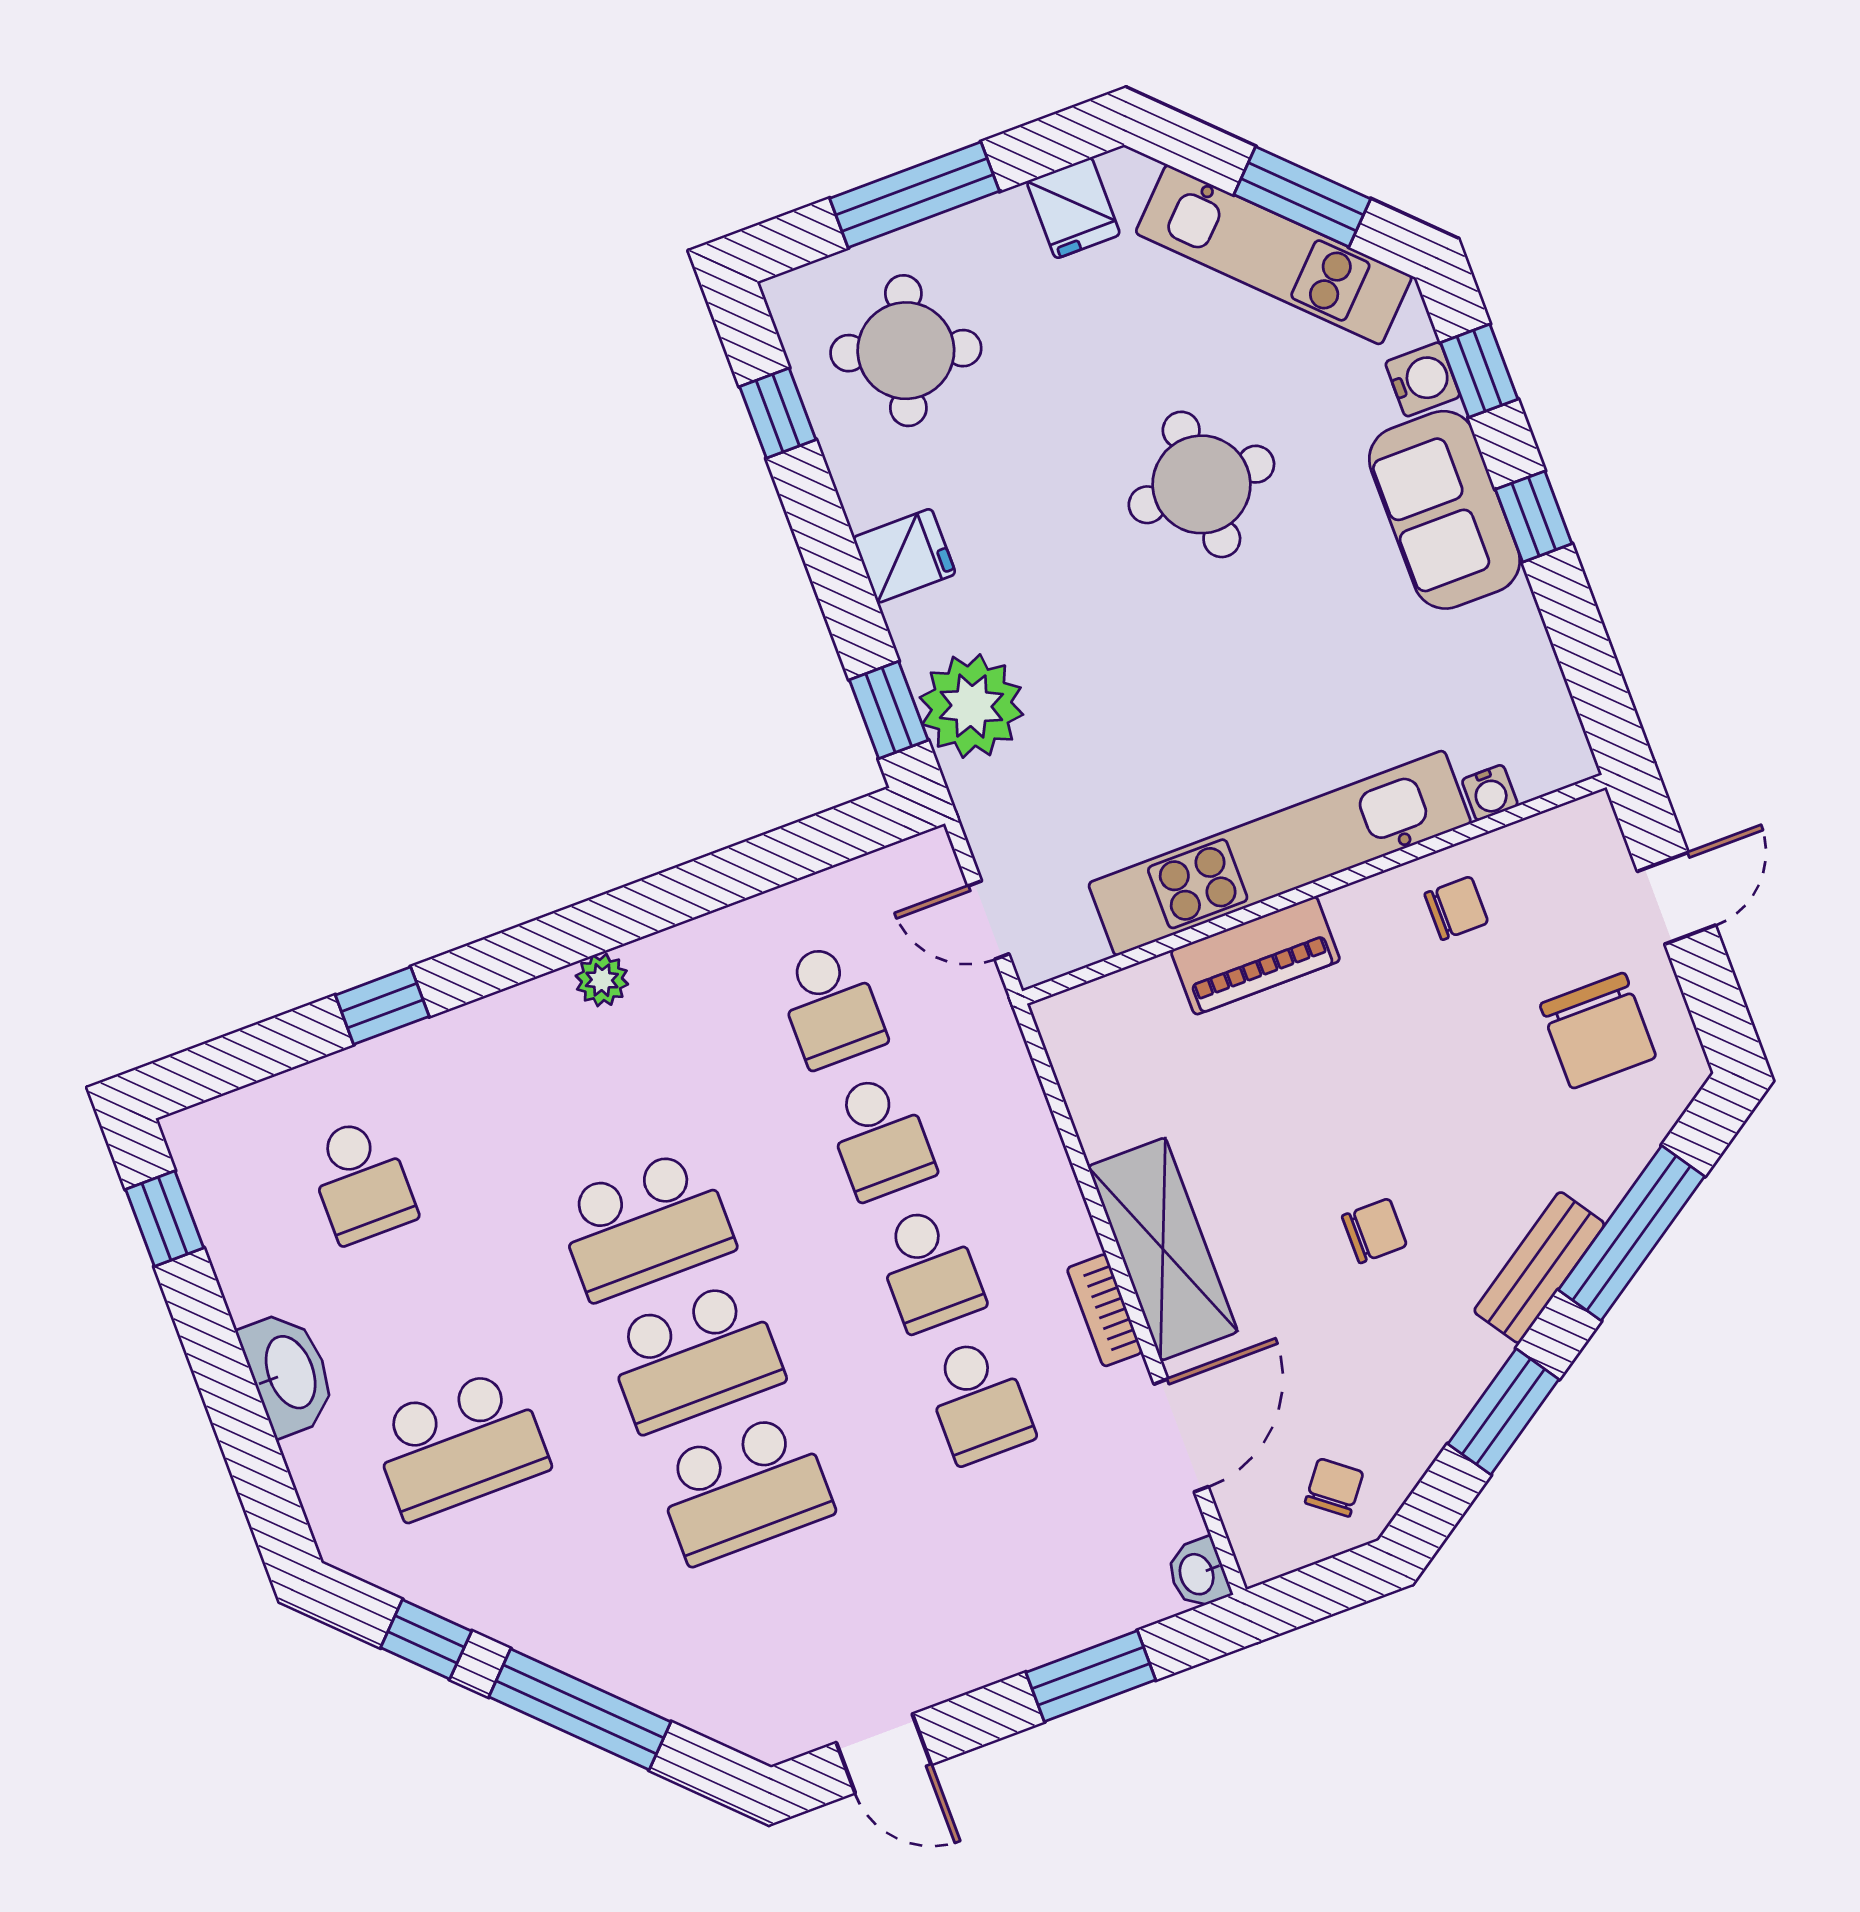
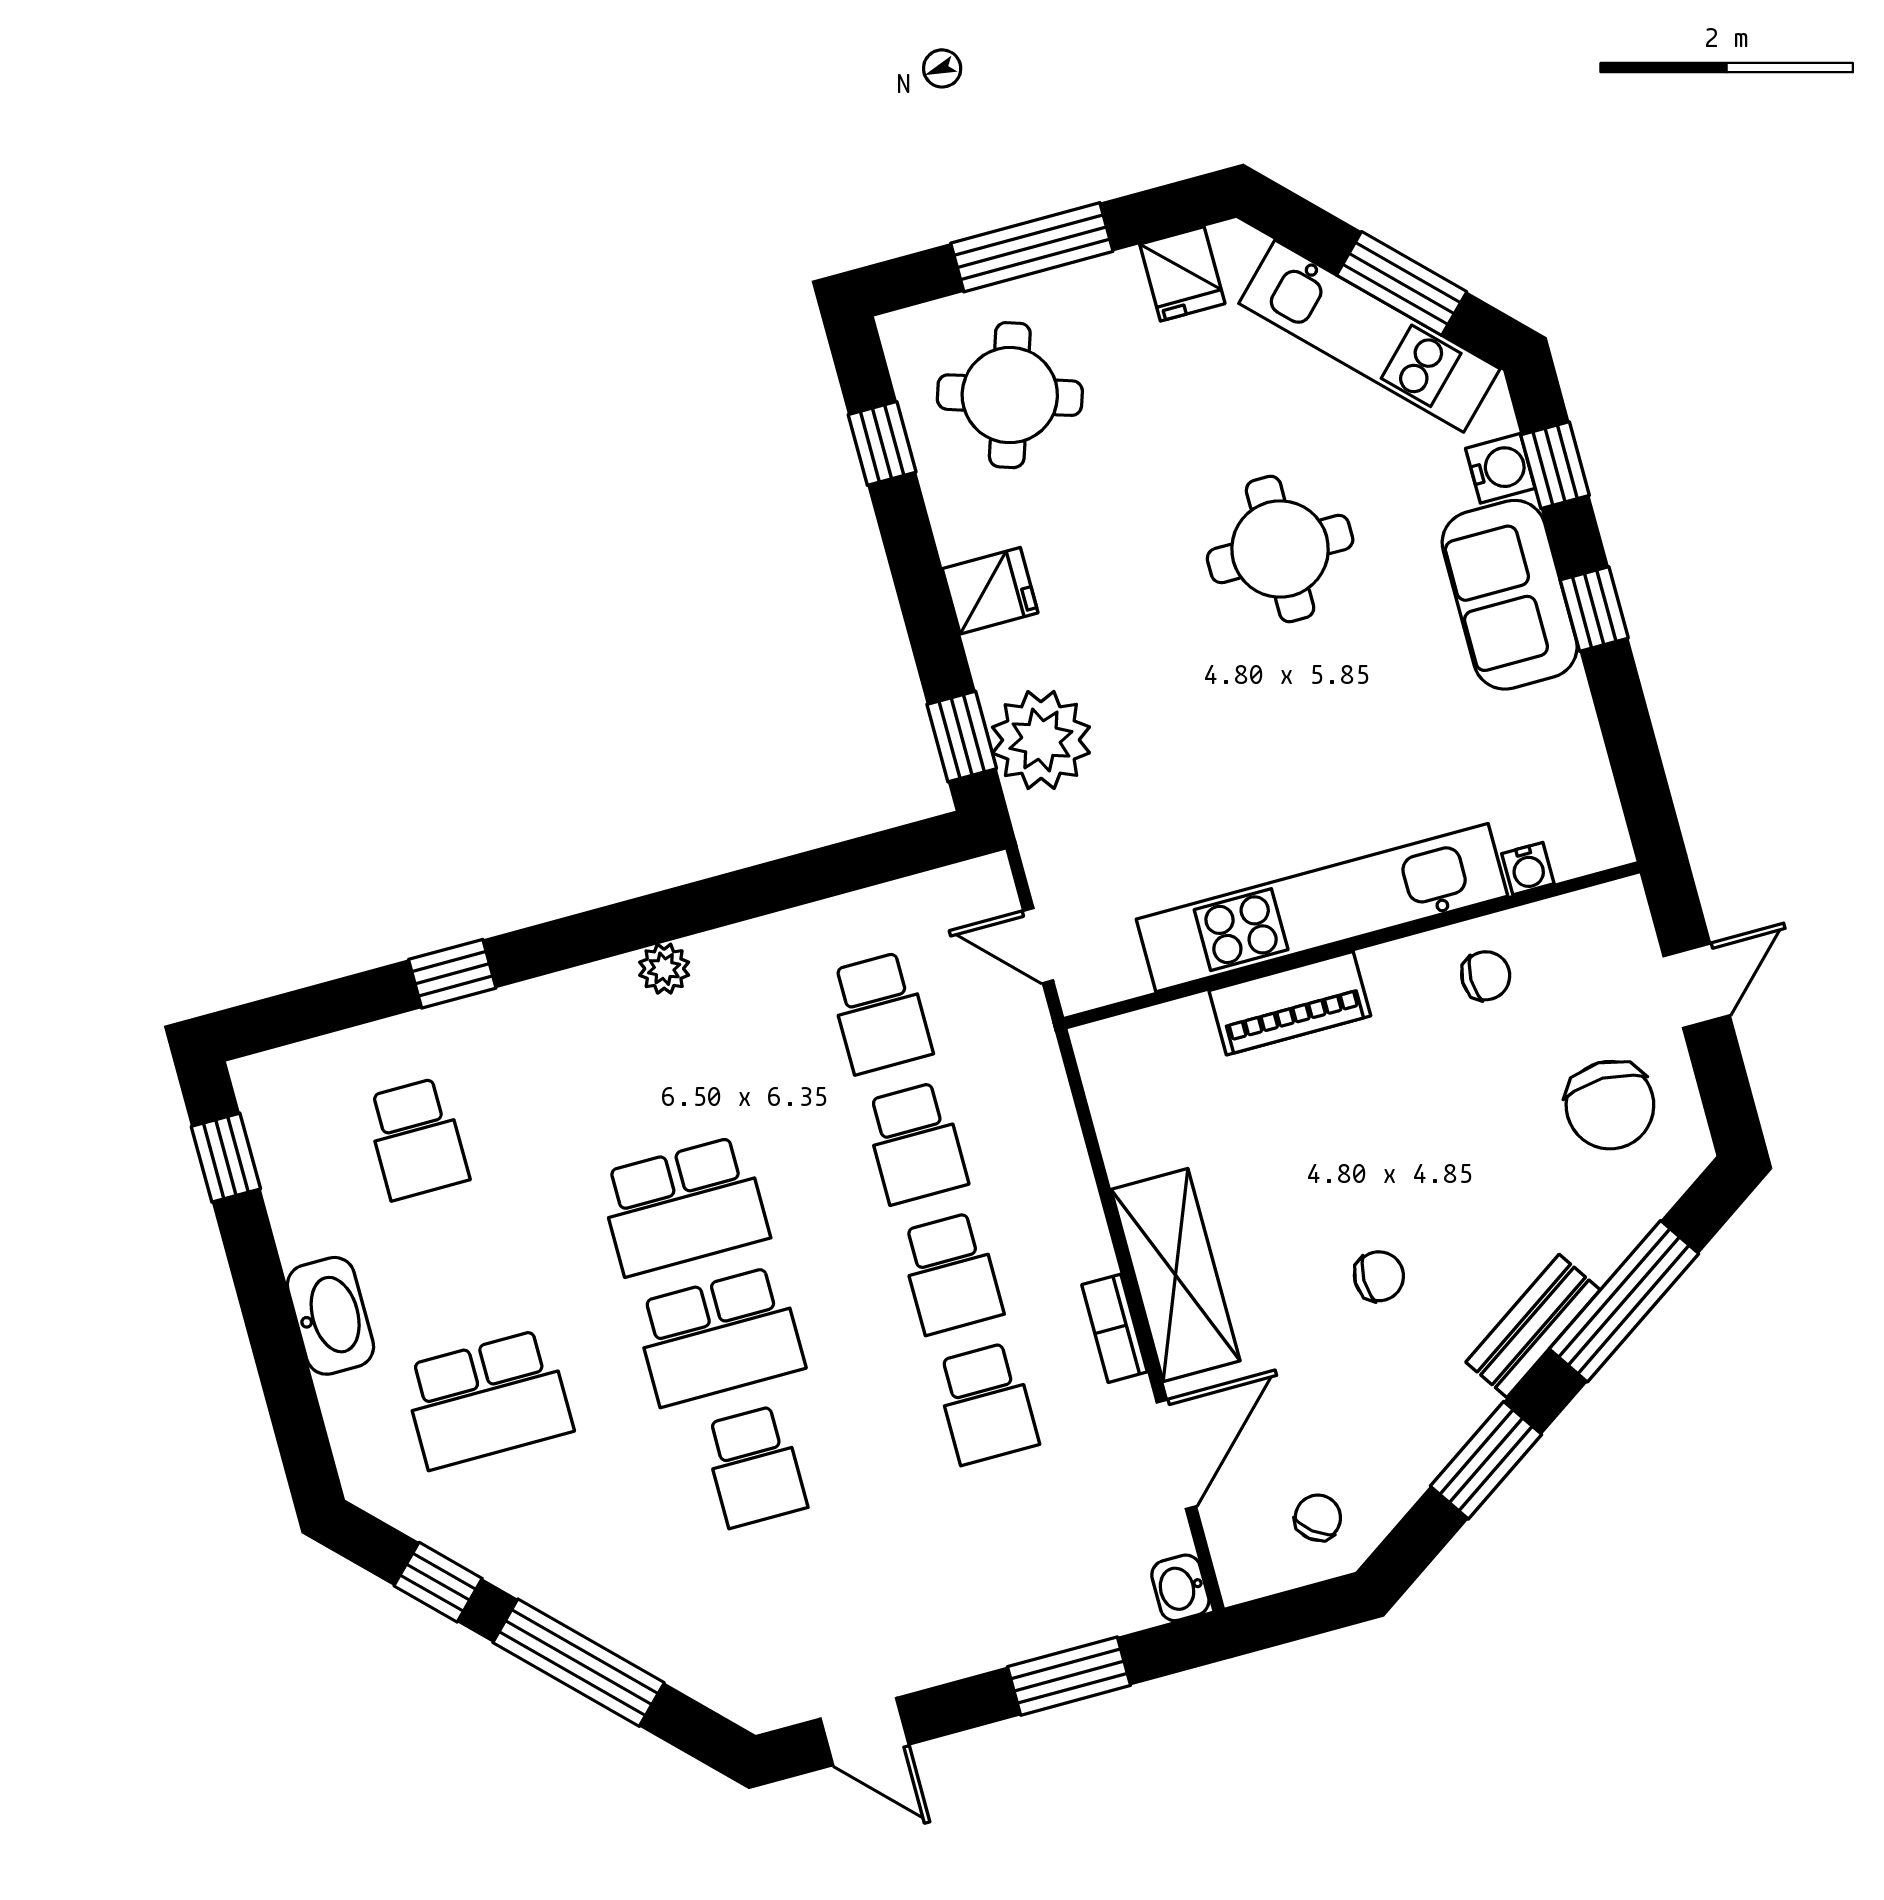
school desk: (744, 1489) -> (754, 1466), width x0.54

